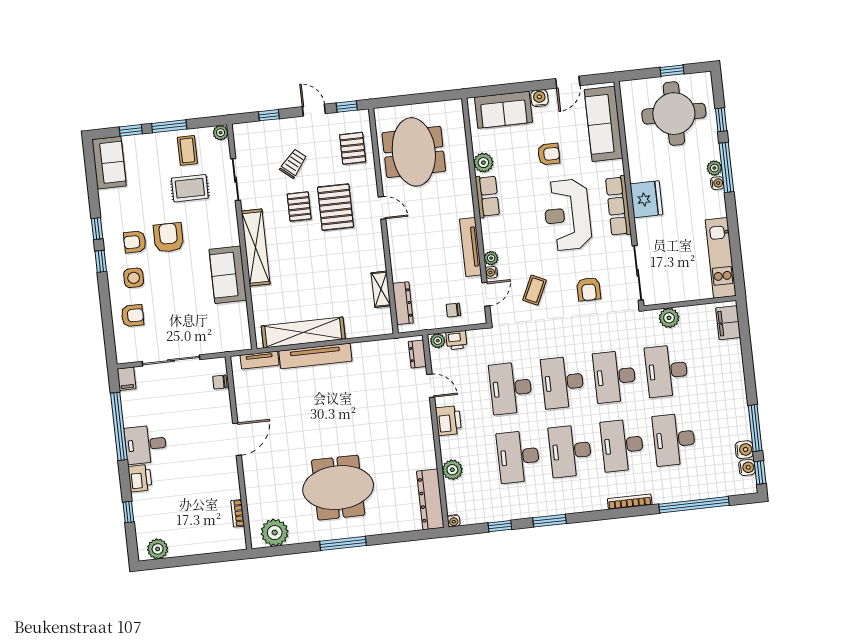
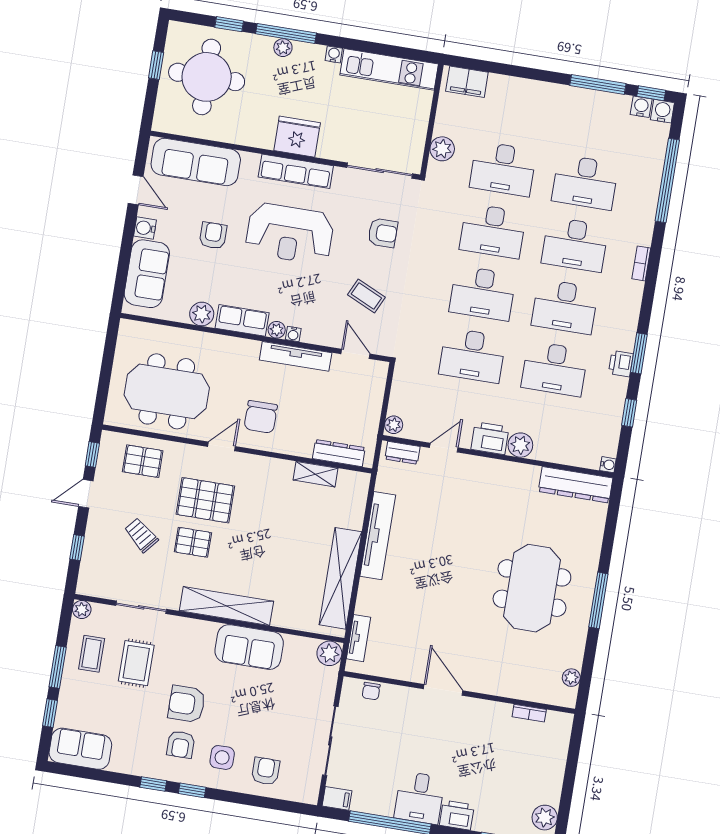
coffee table: (187, 150) -> (92, 654), turned 90
water cooler: (717, 183) -> (334, 54), moved
plant: (491, 258) -> (277, 330), moved
water cooler: (491, 272) -> (293, 334), moved
chair: (453, 310) -> (261, 417), moved, width x1.87, depth x1.87
plant: (241, 340) -> (329, 653), added
printer: (456, 340) -> (621, 364), moved, turned 180
tv unit: (315, 356) -> (378, 536), moved
water cooler: (744, 450) -> (662, 111), moved
plant: (452, 470) -> (520, 445), moved
bookcase: (630, 502) -> (641, 263), width x0.64
plant: (275, 533) -> (571, 678), width x0.53, depth x0.53

